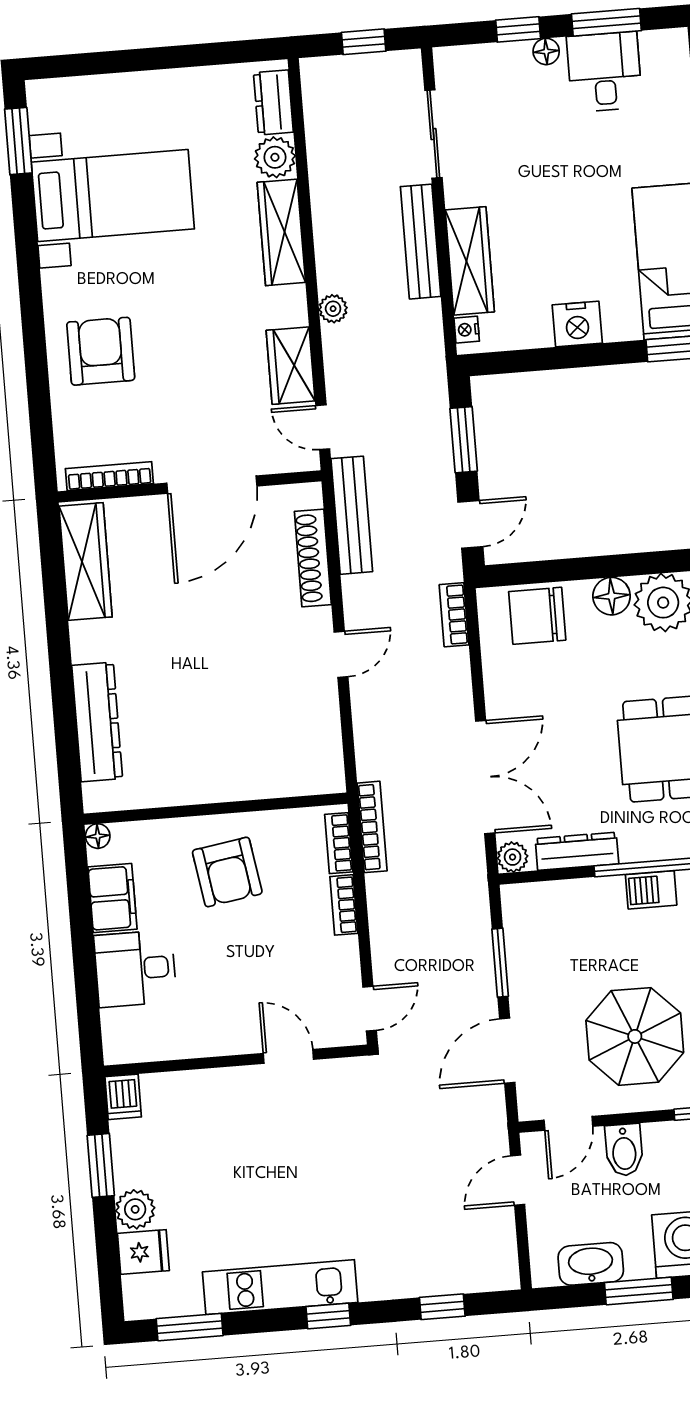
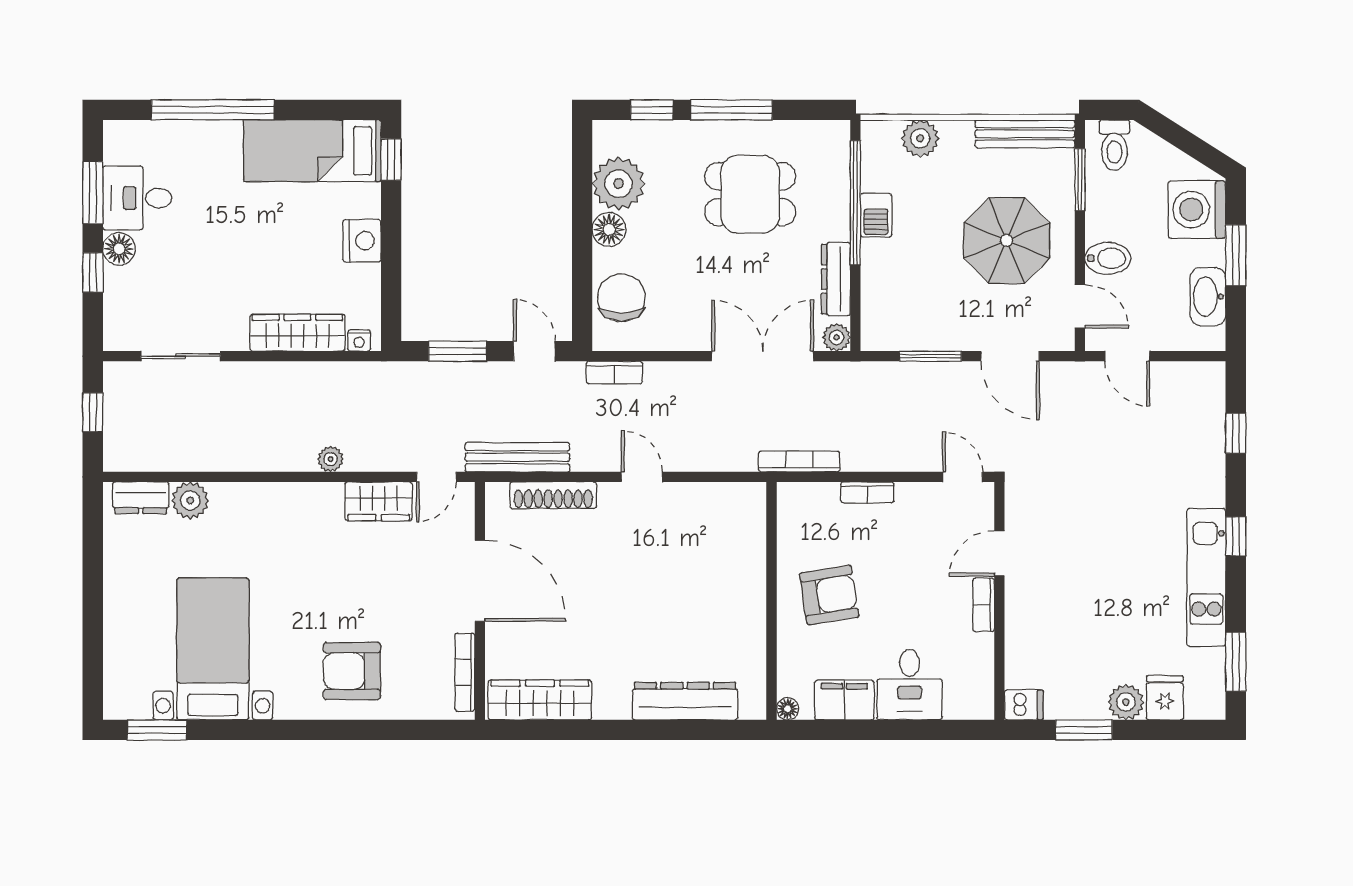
floor lamp: (546, 51) -> (119, 249), width x1.37, depth x1.37
wardrobe: (281, 232) -> (258, 500), removed
bench: (421, 242) -> (276, 375), removed
chair: (537, 616) -> (621, 298), turned 180
bookcase: (339, 843) -> (984, 605), moved, turned 90

